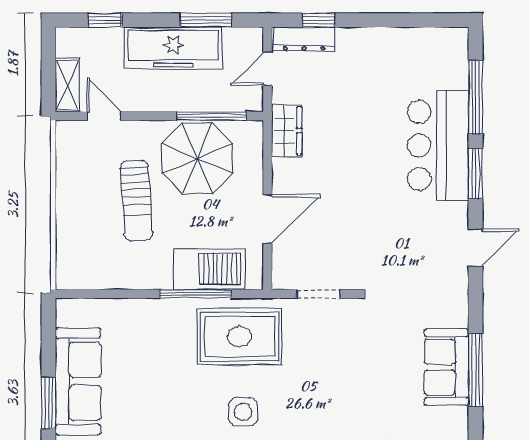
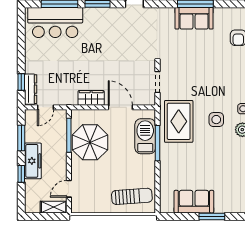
window: (105, 20) -> (21, 174), moved
freezer: (173, 48) -> (33, 161), width x0.73, depth x0.79
door: (267, 69) -> (46, 107), hinge flipped
wardrobe: (287, 131) -> (91, 98), moved
bar counter: (438, 145) -> (55, 22), moved
sun lounger: (136, 200) -> (132, 196), moved
sofa: (78, 381) -> (194, 202), width x0.73

